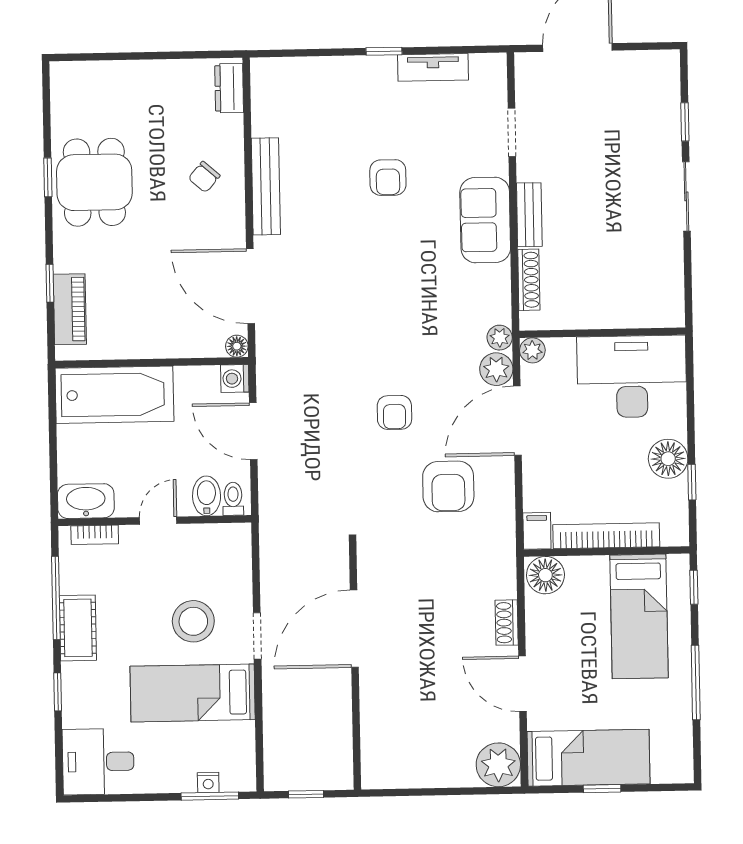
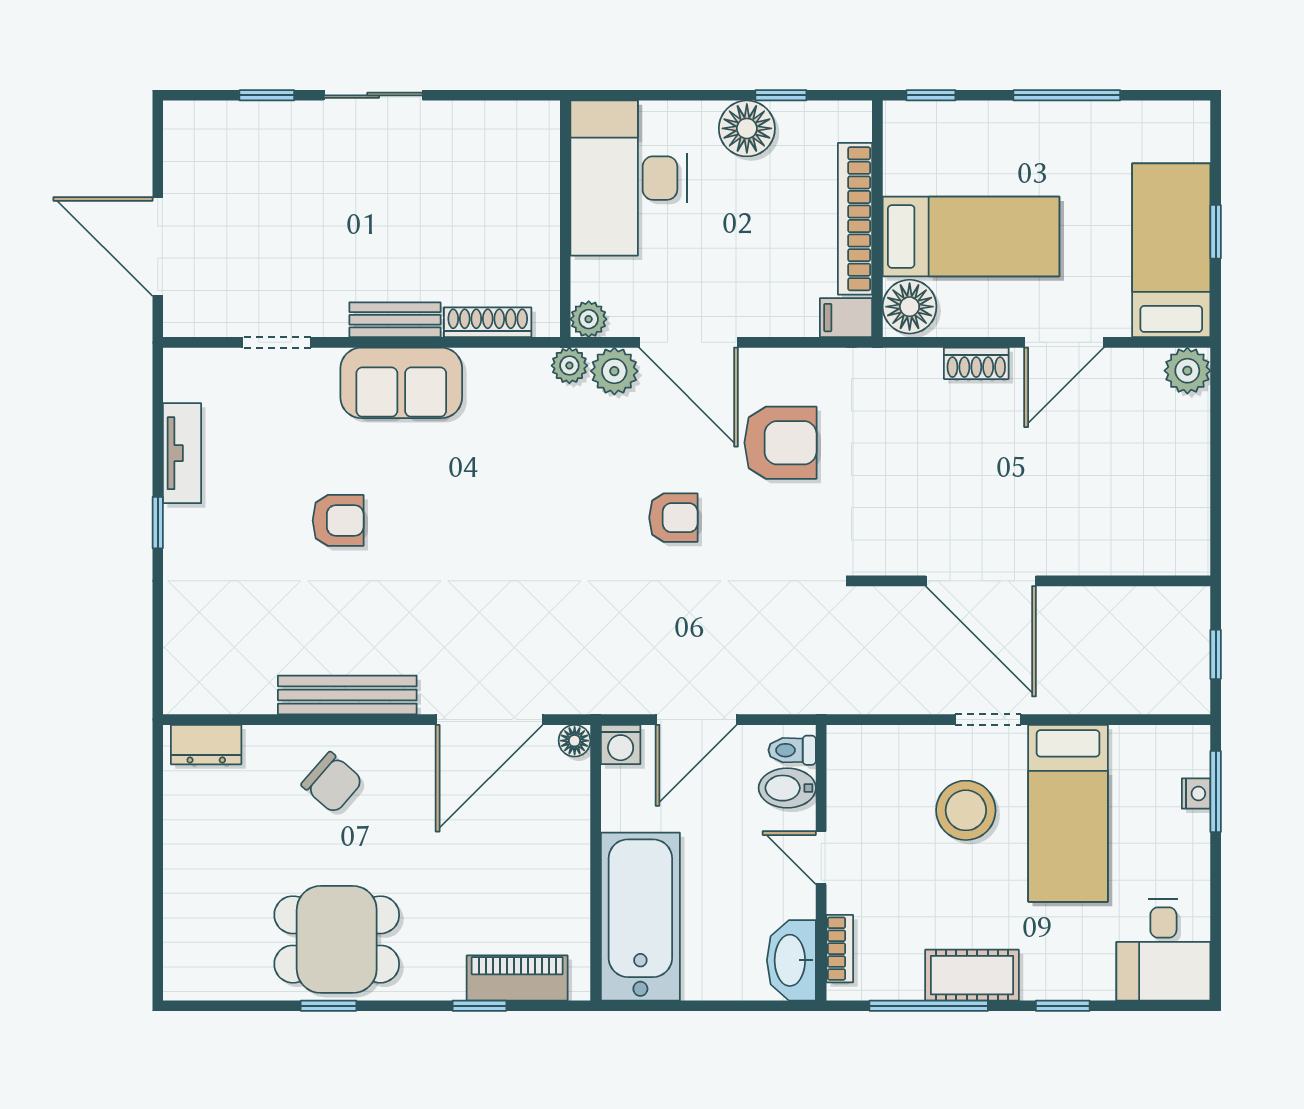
chair: (204, 177) -> (332, 783), width x1.37, depth x1.37
bed: (639, 616) -> (971, 236), moved
plant: (498, 765) -> (1187, 371), width x0.73, depth x0.73

